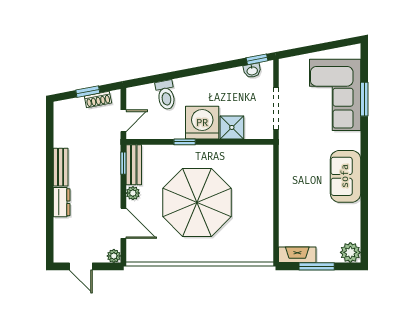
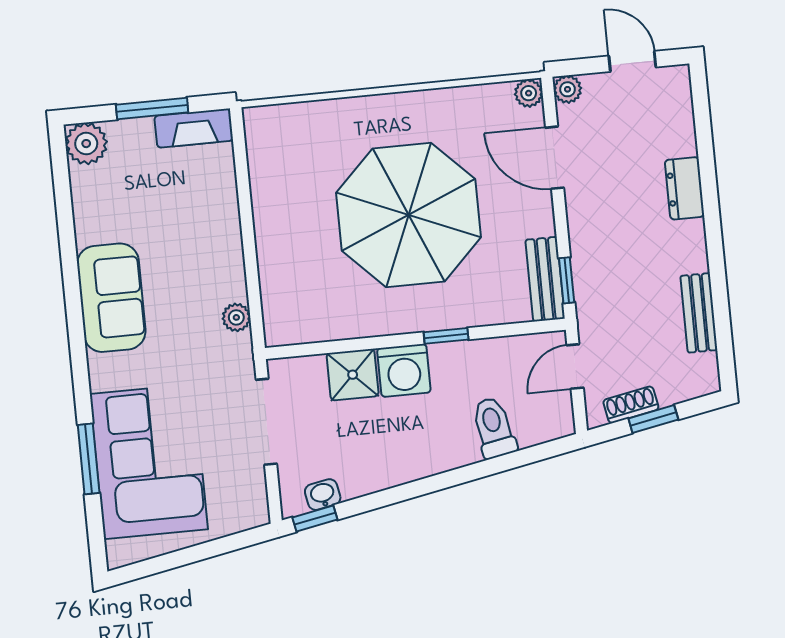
washing machine: (202, 123) -> (404, 370), width x0.73, depth x0.73
plant: (286, 161) -> (236, 317), added
bench: (61, 167) -> (699, 313), moved
plant: (133, 193) -> (529, 93), moved

